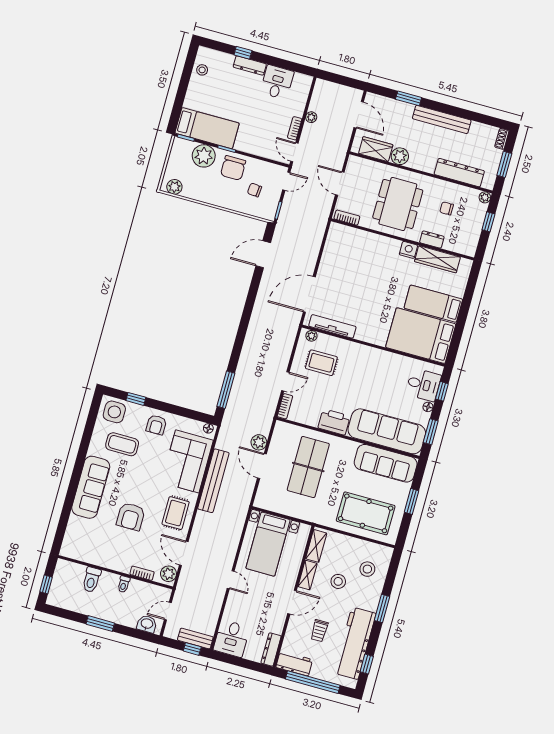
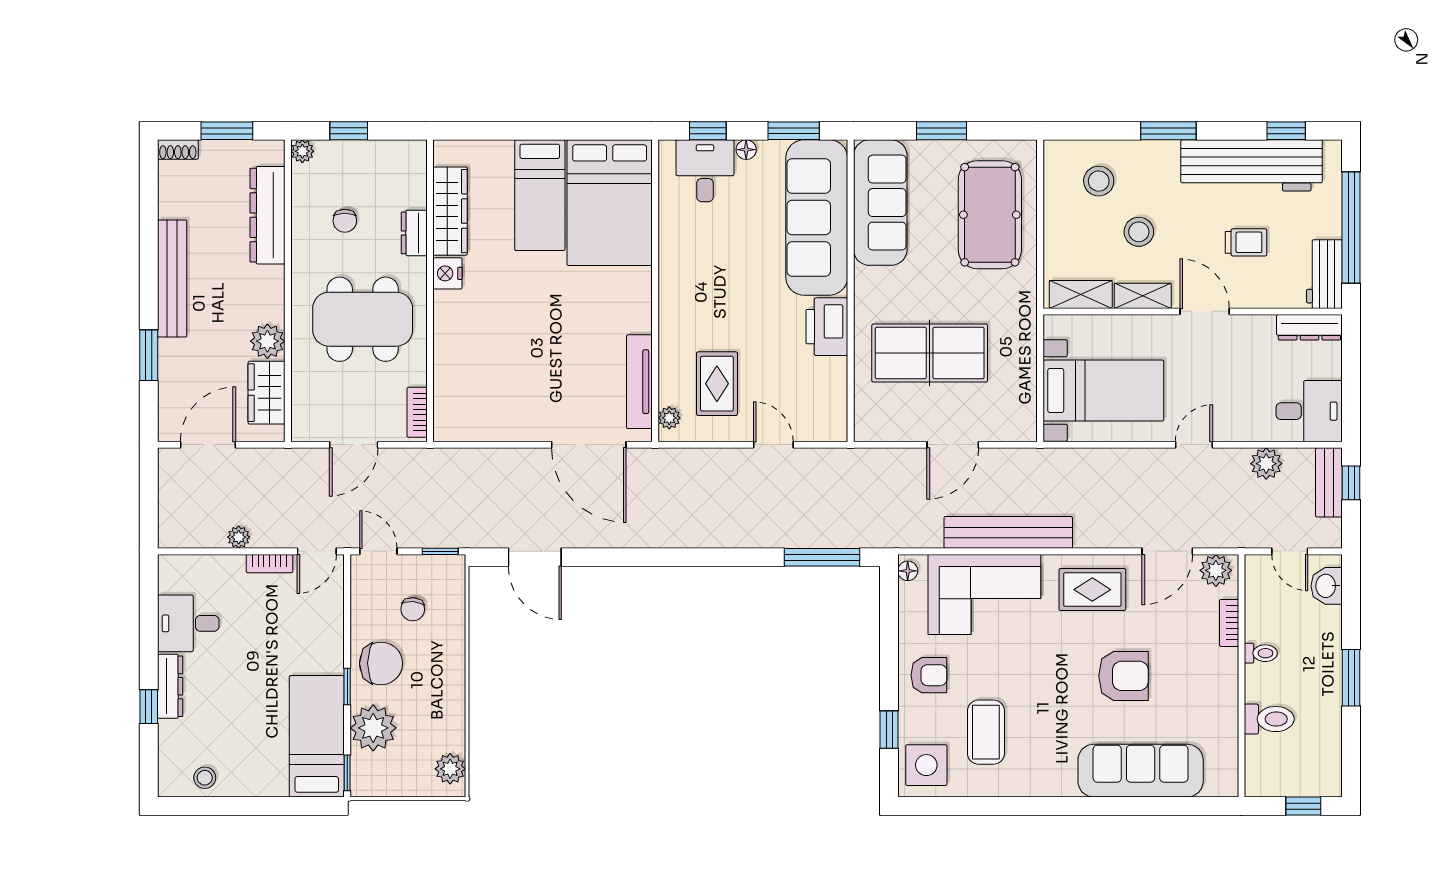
bookcase: (285, 406) -> (822, 432), removed
plant: (259, 442) -> (1266, 464), moved
sofa: (91, 487) -> (1141, 771), moved

